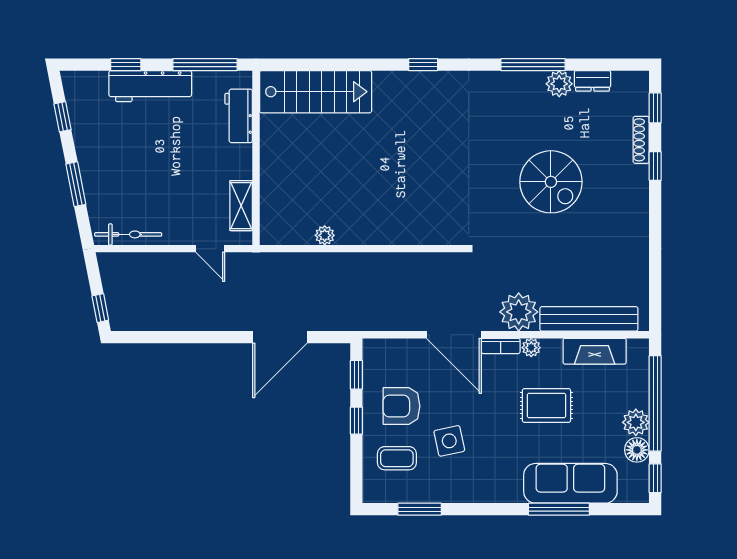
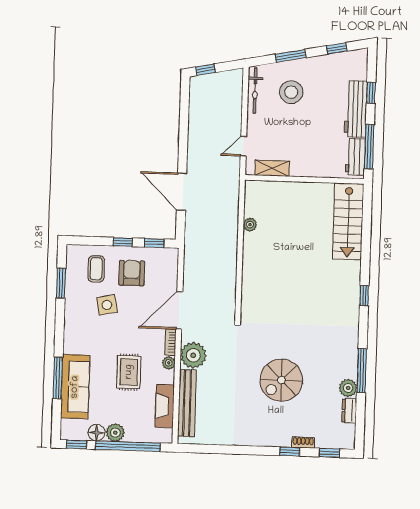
workbench: (239, 116) -> (355, 157), moved, turned -90
shoe rack: (641, 140) -> (303, 442), width x0.70
stool: (129, 181) -> (291, 92), added

